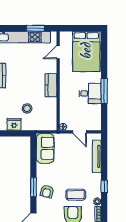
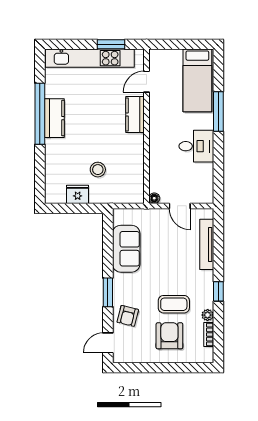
bed: (86, 51) -> (197, 80), width x0.67
kitchen counter: (51, 85) -> (135, 114), moved
window: (104, 91) -> (218, 112), moved
sofa: (45, 148) -> (126, 249), moved
armchair: (47, 191) -> (128, 316), moved

